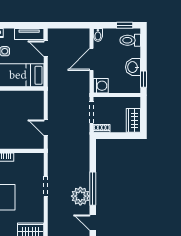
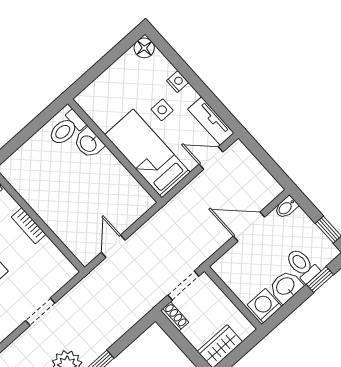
toilet: (130, 40) -> (302, 265), moved
door: (46, 49) -> (211, 158), hinge flipped
window: (143, 79) -> (320, 279), moved
washing machine: (101, 86) -> (264, 306), moved, turned 180

